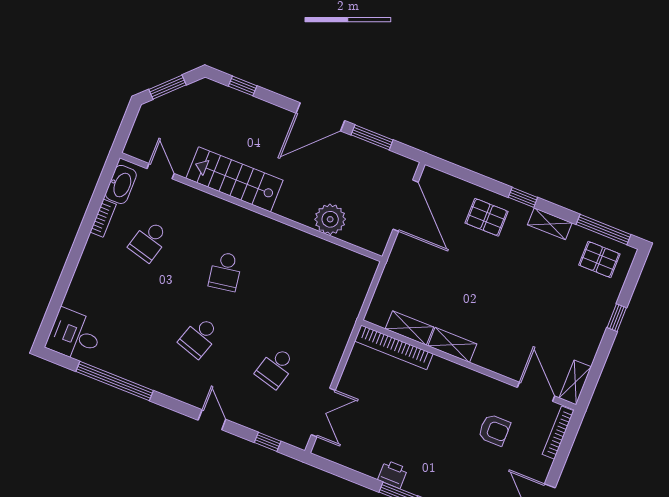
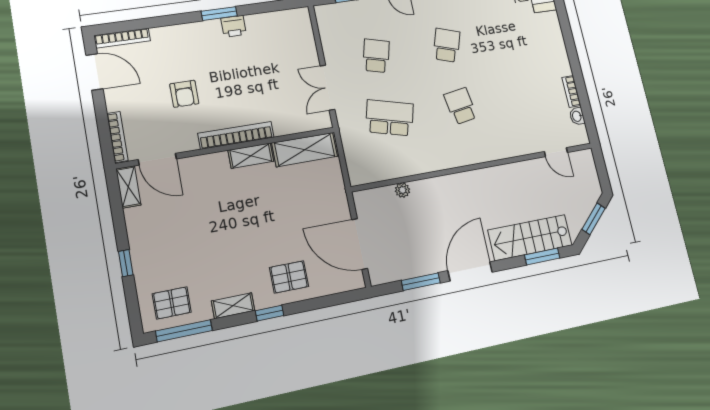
window: (243, 86) -> (542, 257), width x1.50
stairs: (235, 179) -> (530, 238), moved, turned 180
washbasin: (121, 184) -> (577, 116), width x0.52, depth x0.69
plant: (330, 219) -> (402, 190), width x0.53, depth x0.53
school desk: (149, 241) -> (390, 118), moved, width x1.85
shelving: (409, 328) -> (305, 150), width x1.50, depth x1.33
bookcase: (394, 347) -> (236, 135), moved
double door: (323, 412) -> (327, 88), moved
armchair: (494, 430) -> (184, 94), moved, turned -90

